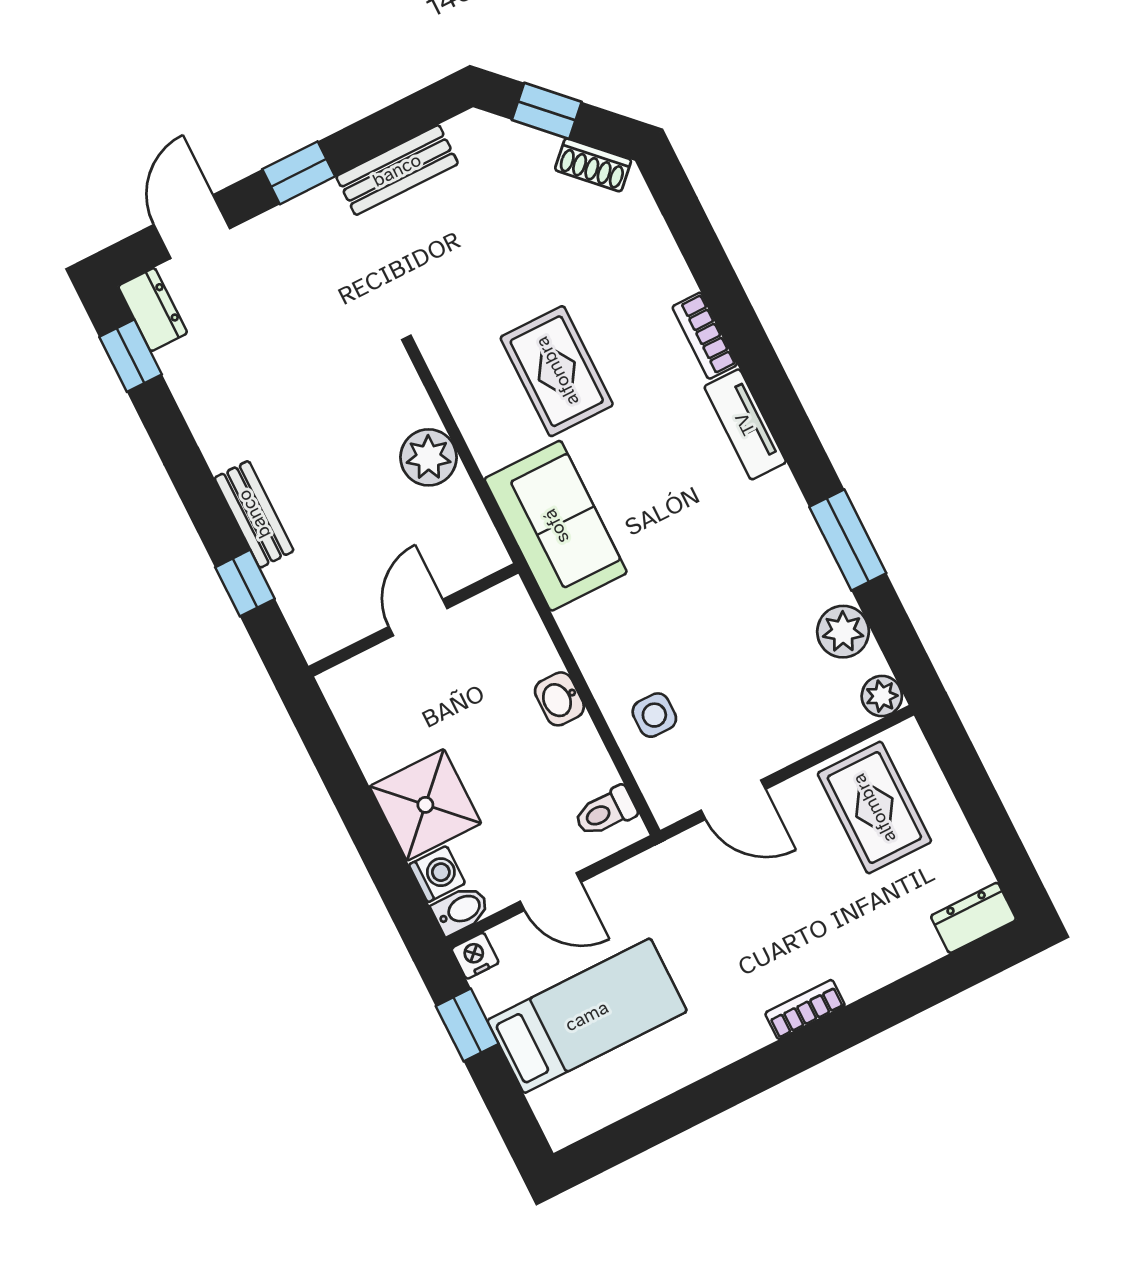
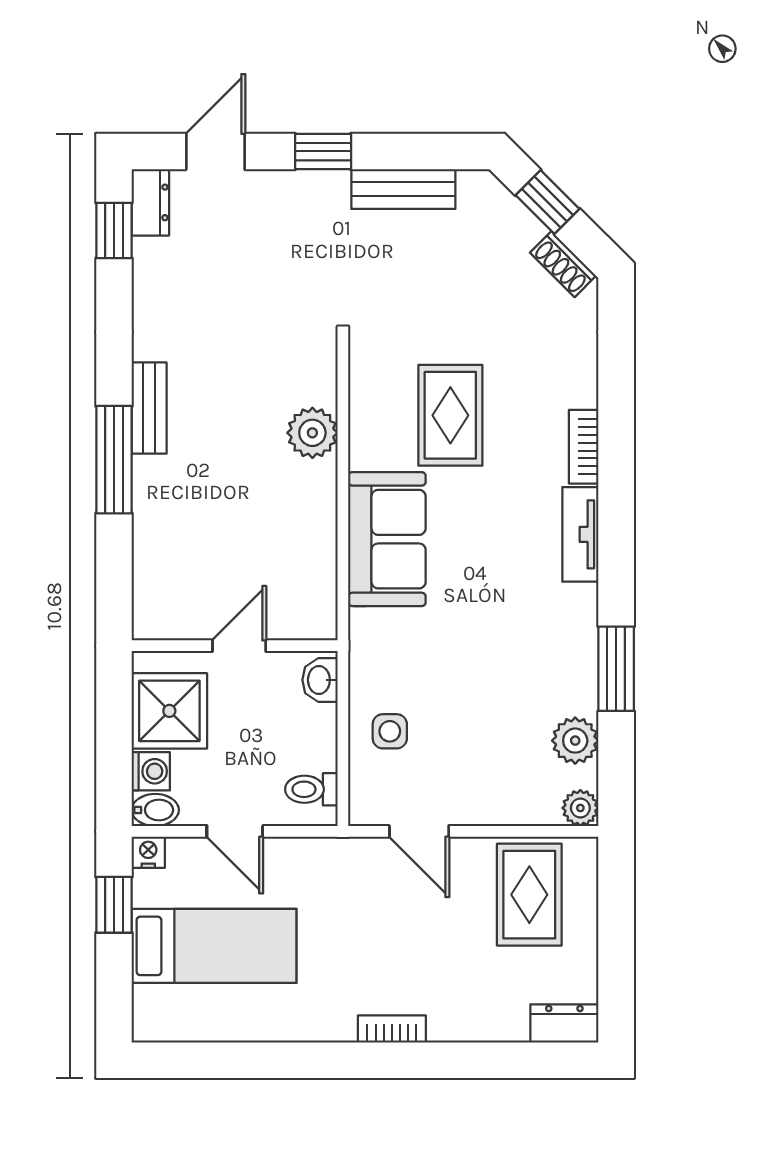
window: (245, 583) -> (114, 460), width x2.17
door: (418, 618) -> (239, 646), moved
wall: (413, 620) -> (235, 646), moved

